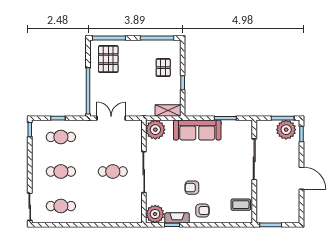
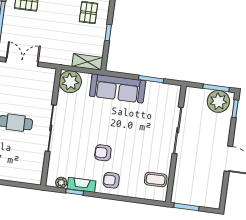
armchair: (202, 210) -> (111, 180), turned 180
plant: (155, 214) -> (61, 183), width x0.53, depth x0.53

